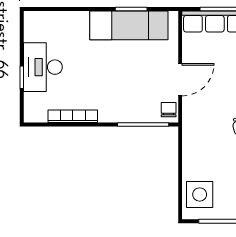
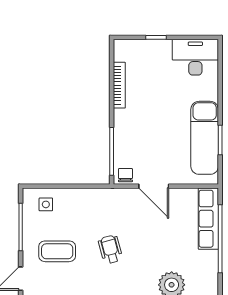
desk: (43, 67) -> (195, 57), moved
chair: (169, 110) -> (125, 175), turned -90
side table: (200, 194) -> (46, 204), width x0.54, depth x0.54

